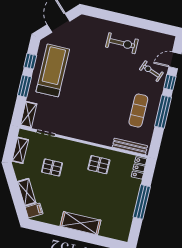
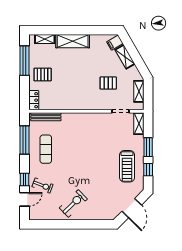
exercise bike: (122, 43) -> (73, 203), turned 136
treadmill: (53, 70) -> (127, 166), width x0.73, depth x0.73
window: (163, 112) -> (24, 140), moved
pallet: (99, 165) -> (43, 75), moved
window: (142, 202) -> (24, 61), moved
shelving: (111, 233) -> (45, 39), added

